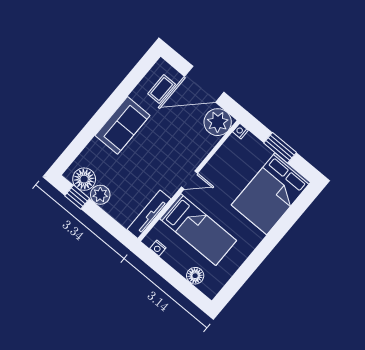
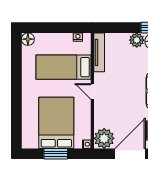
door: (189, 180) -> (92, 92), hinge flipped
bed: (271, 194) -> (56, 123), moved
floor lamp: (195, 276) -> (28, 39), moved

